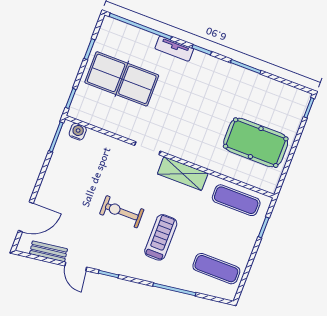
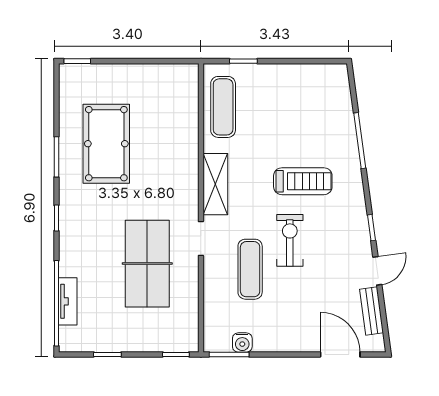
tv unit: (174, 49) -> (68, 301), moved
table tennis table: (122, 79) -> (147, 264), moved
water cooler: (78, 132) -> (242, 343), moved, turned -90
pool table: (256, 143) -> (106, 144), moved
exercise bike: (122, 212) -> (290, 240), turned 180
treadmill: (161, 237) -> (303, 181), turned 180
exercise mat: (216, 269) -> (250, 269), moved

